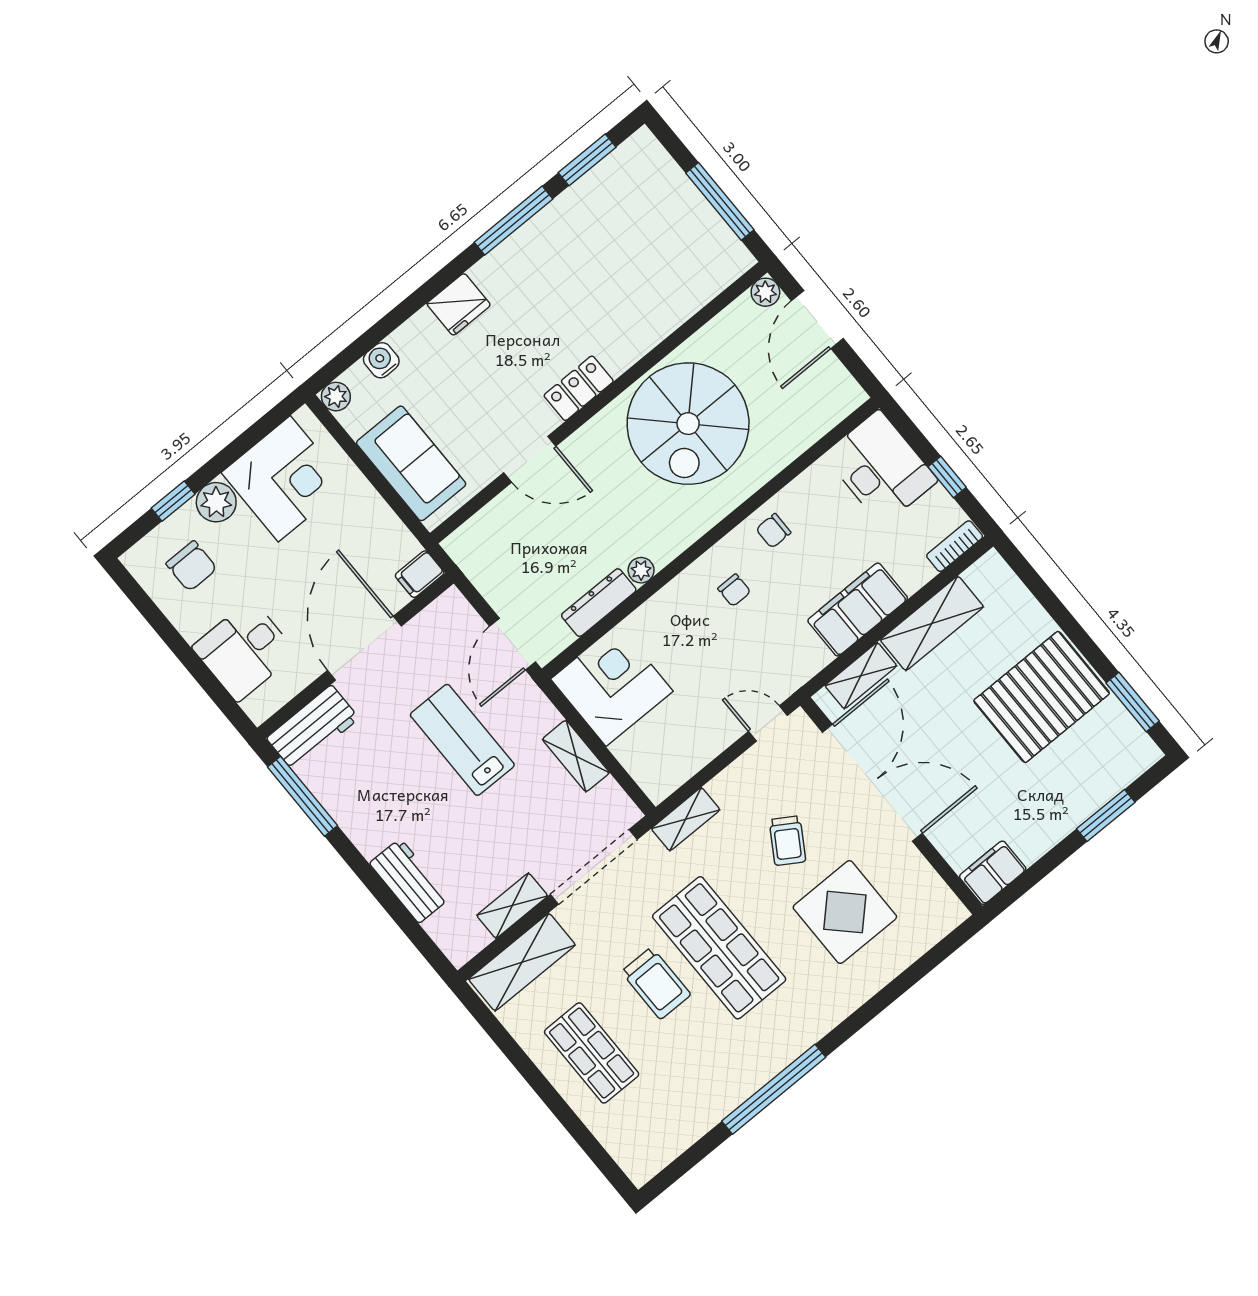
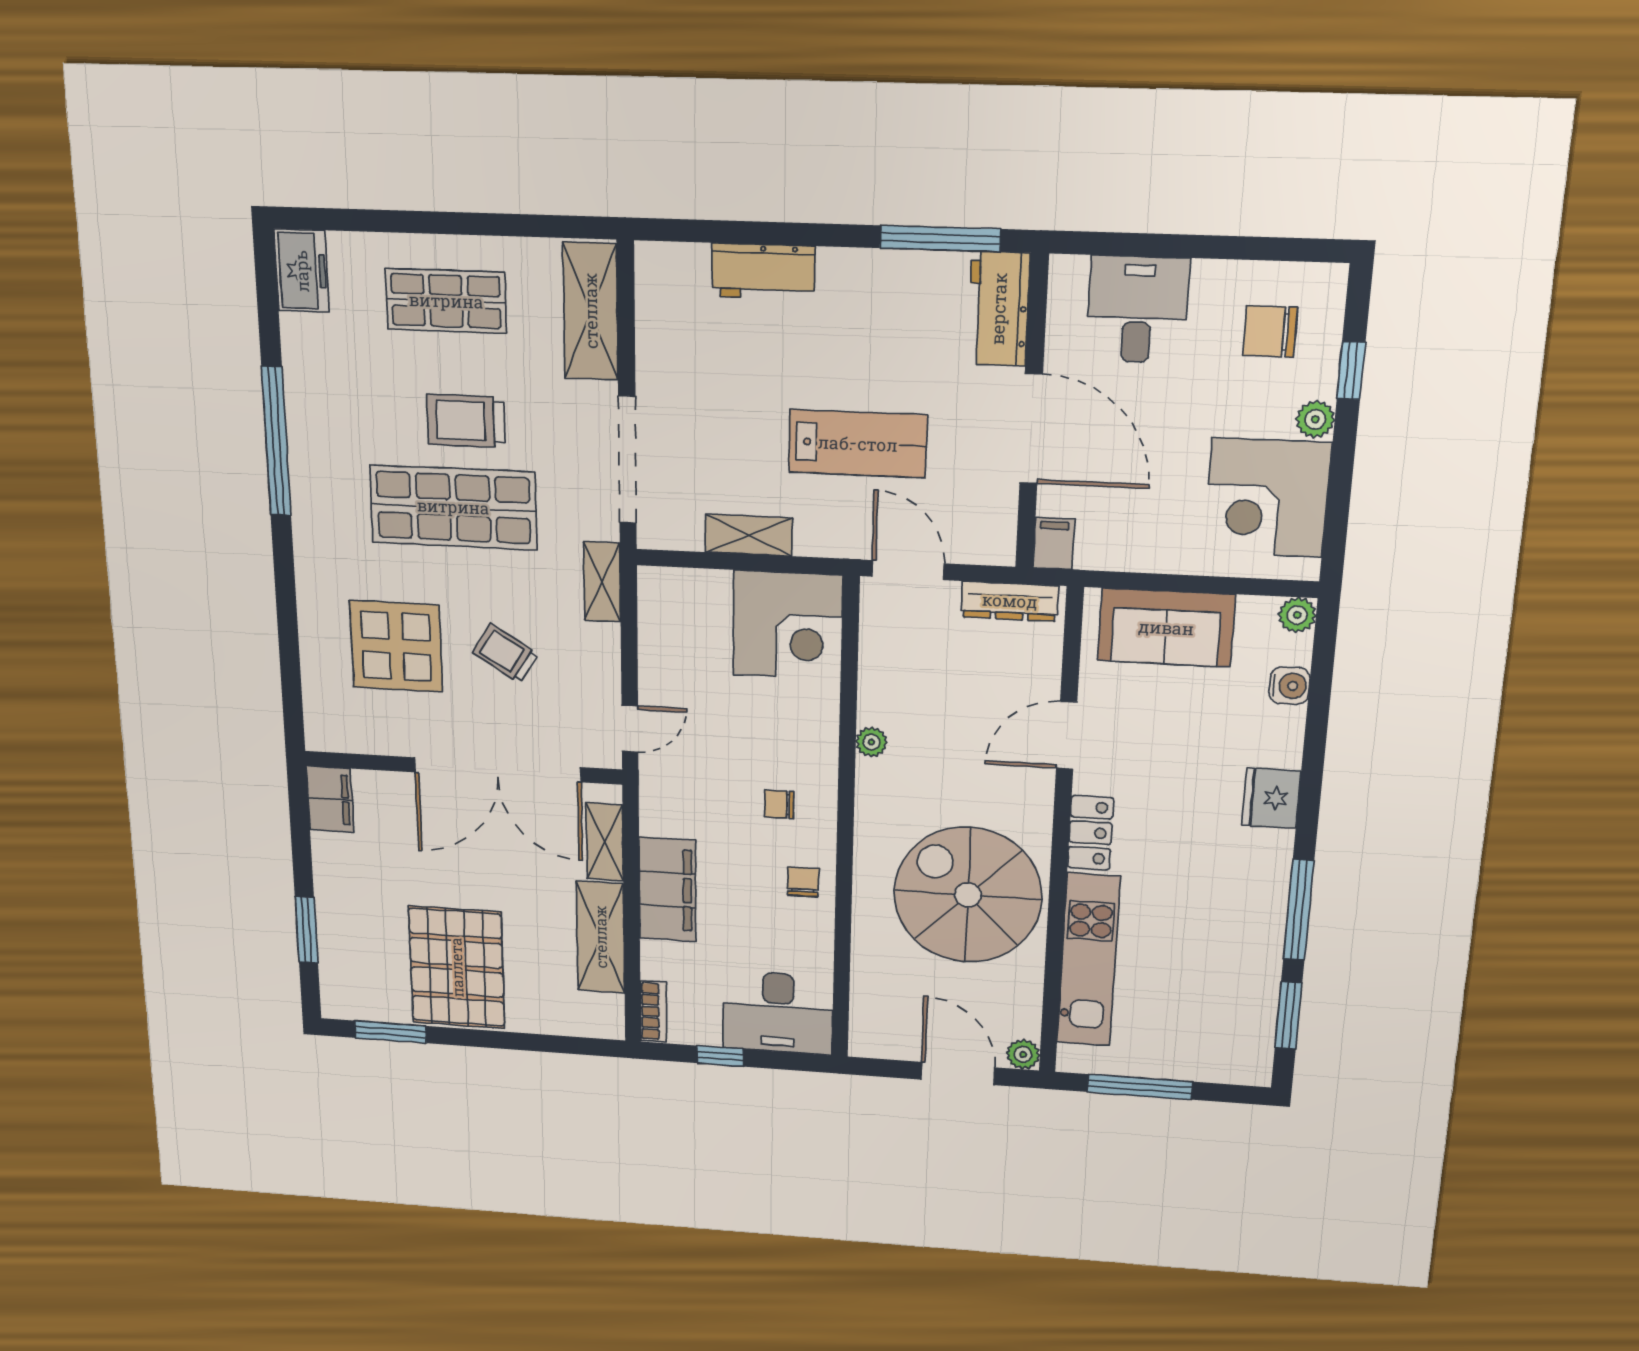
kitchen unit: (663, 312) -> (1088, 960), added
plant: (216, 502) -> (1315, 419), width x0.73, depth x0.73
dresser: (599, 603) -> (1010, 601), moved, turned 90
shelving: (512, 906) -> (654, 350), removed
freezer: (649, 1154) -> (302, 271), added

